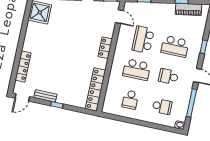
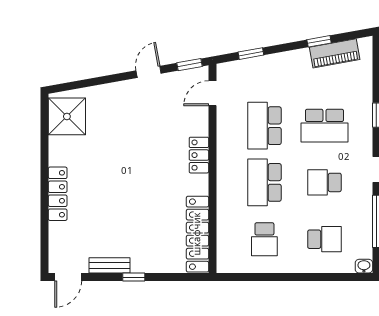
door: (119, 17) -> (212, 93), swing flipped
locker: (23, 67) -> (58, 194), moved
school desk: (137, 70) -> (264, 182), turned 90

